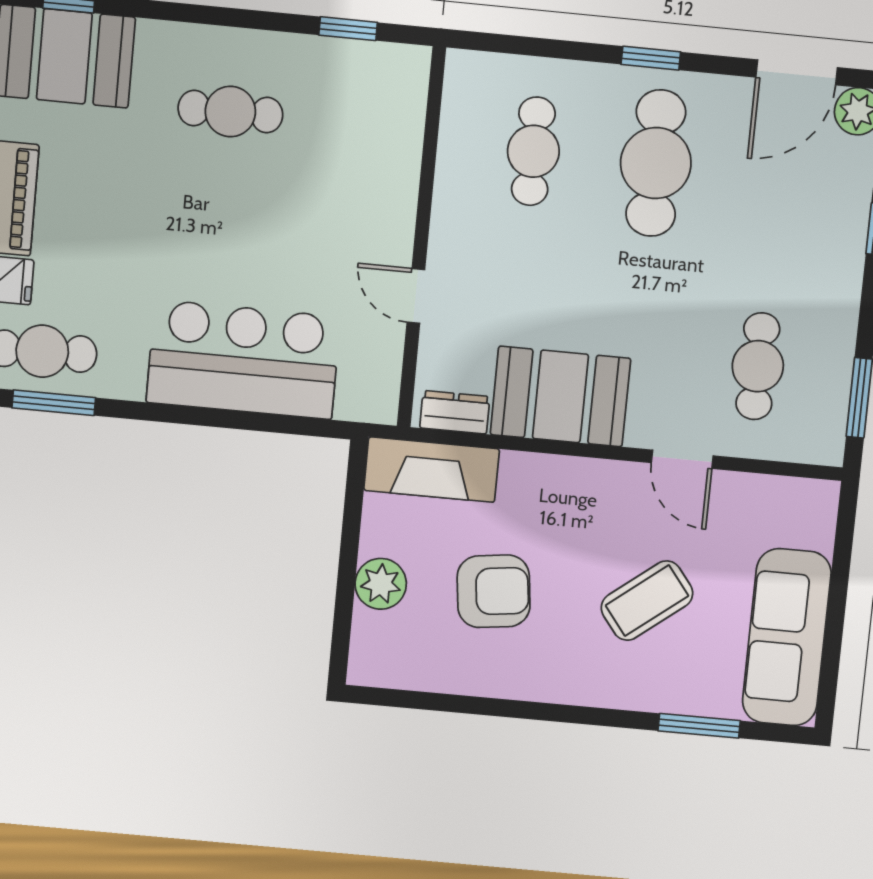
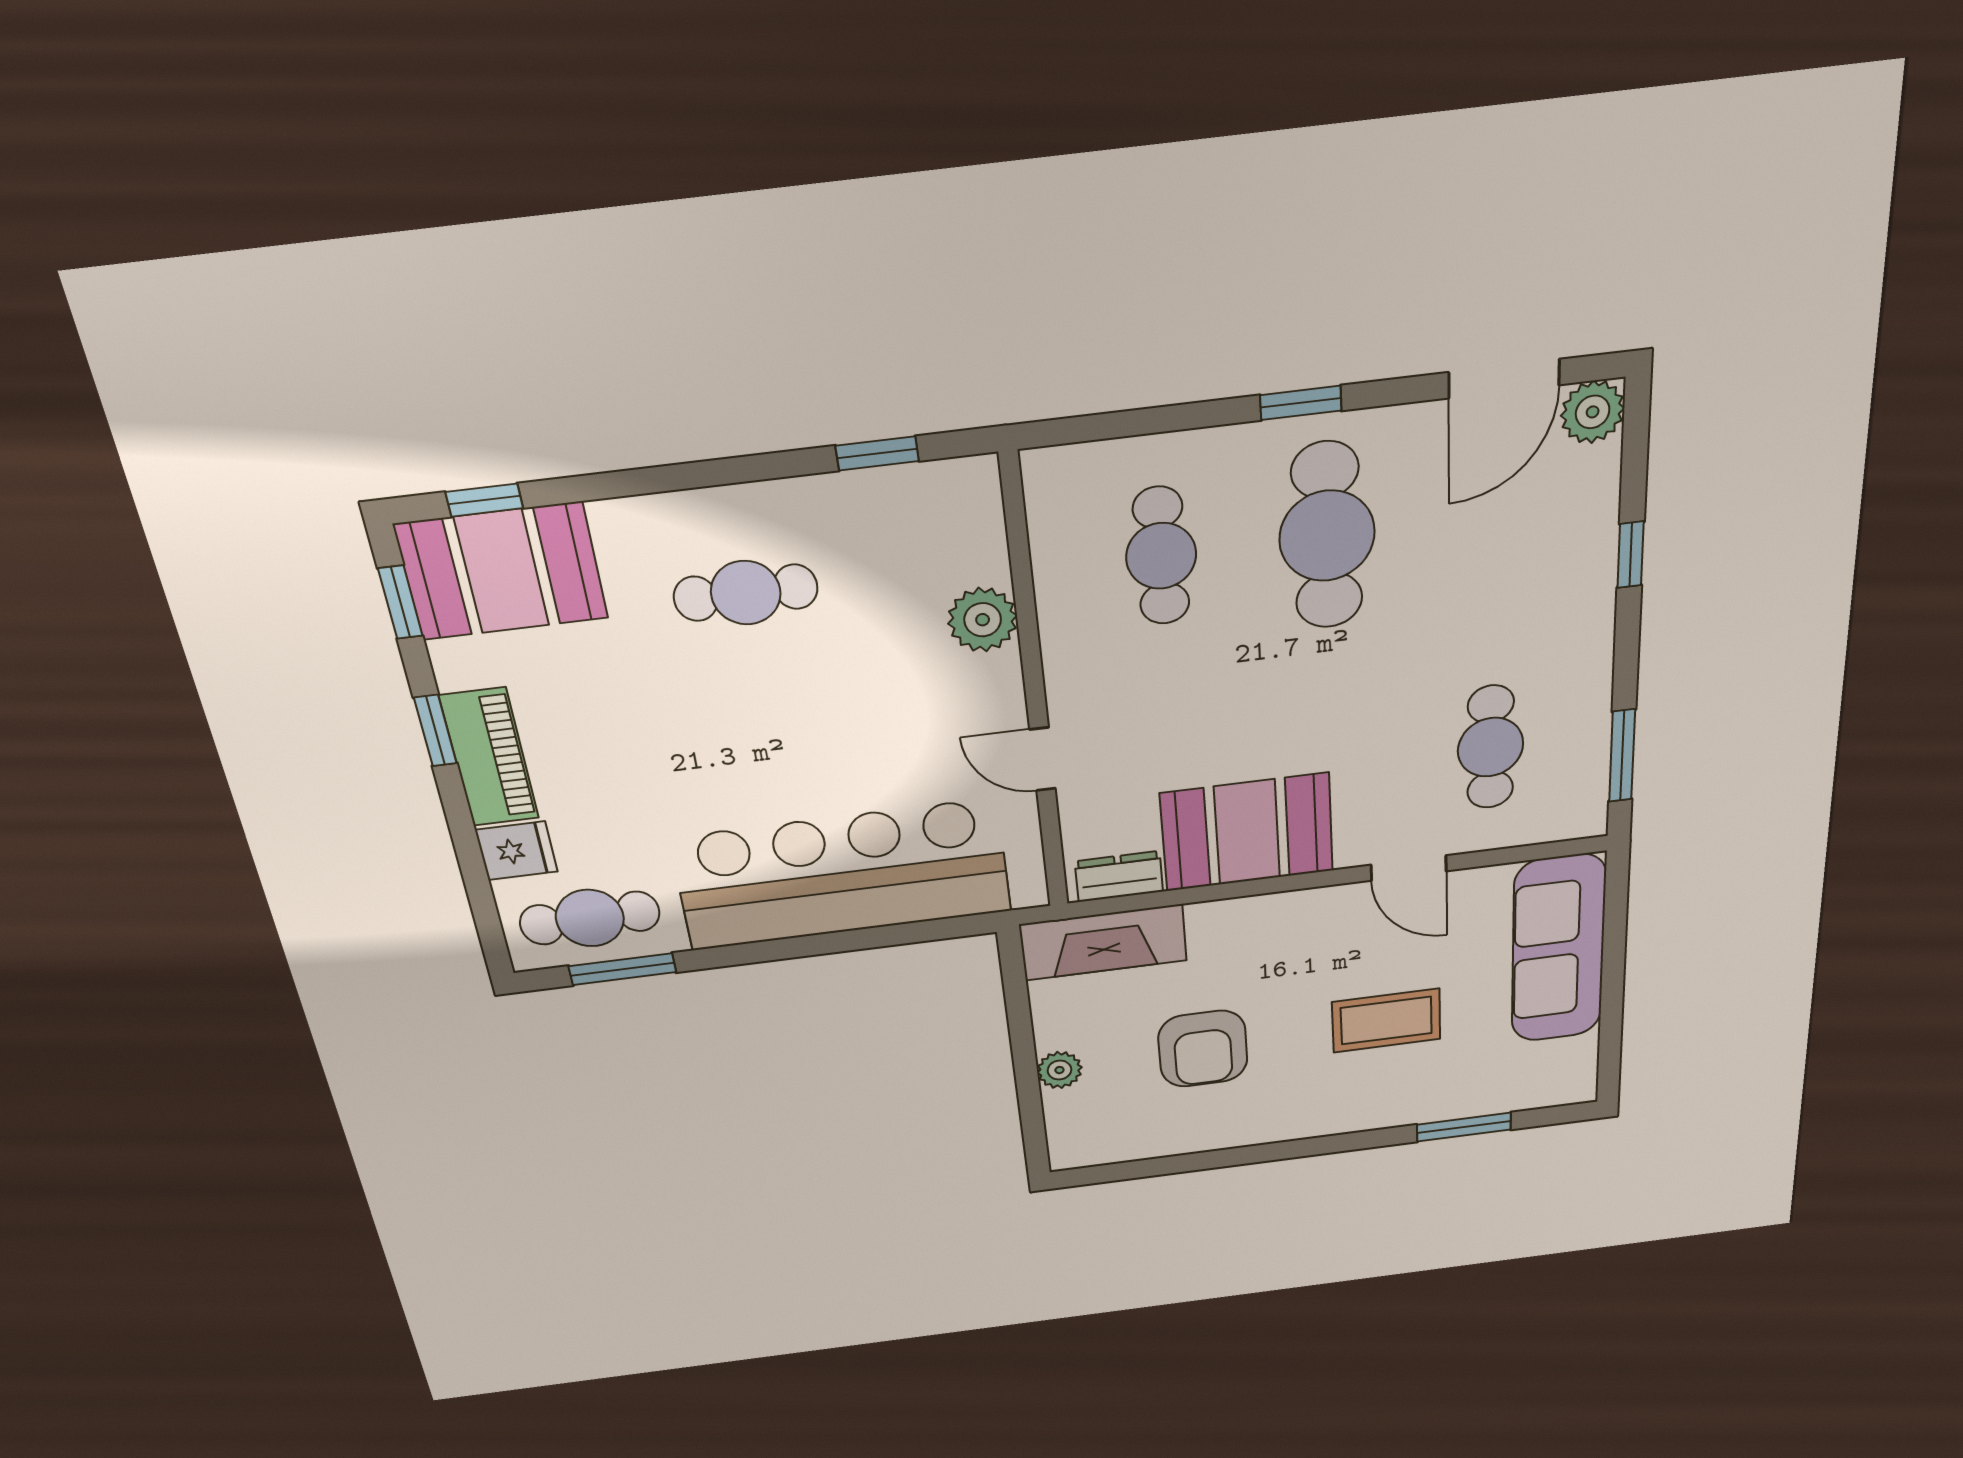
plant: (395, 172) -> (983, 620), added
bar counter: (243, 360) -> (843, 875), width x1.36
plant: (381, 584) -> (1059, 1070), width x0.73, depth x0.73
armchair: (494, 591) -> (1203, 1049), turned 97
coffee table: (647, 601) -> (1386, 1021), turned 38
sofa: (787, 637) -> (1558, 949), moved

